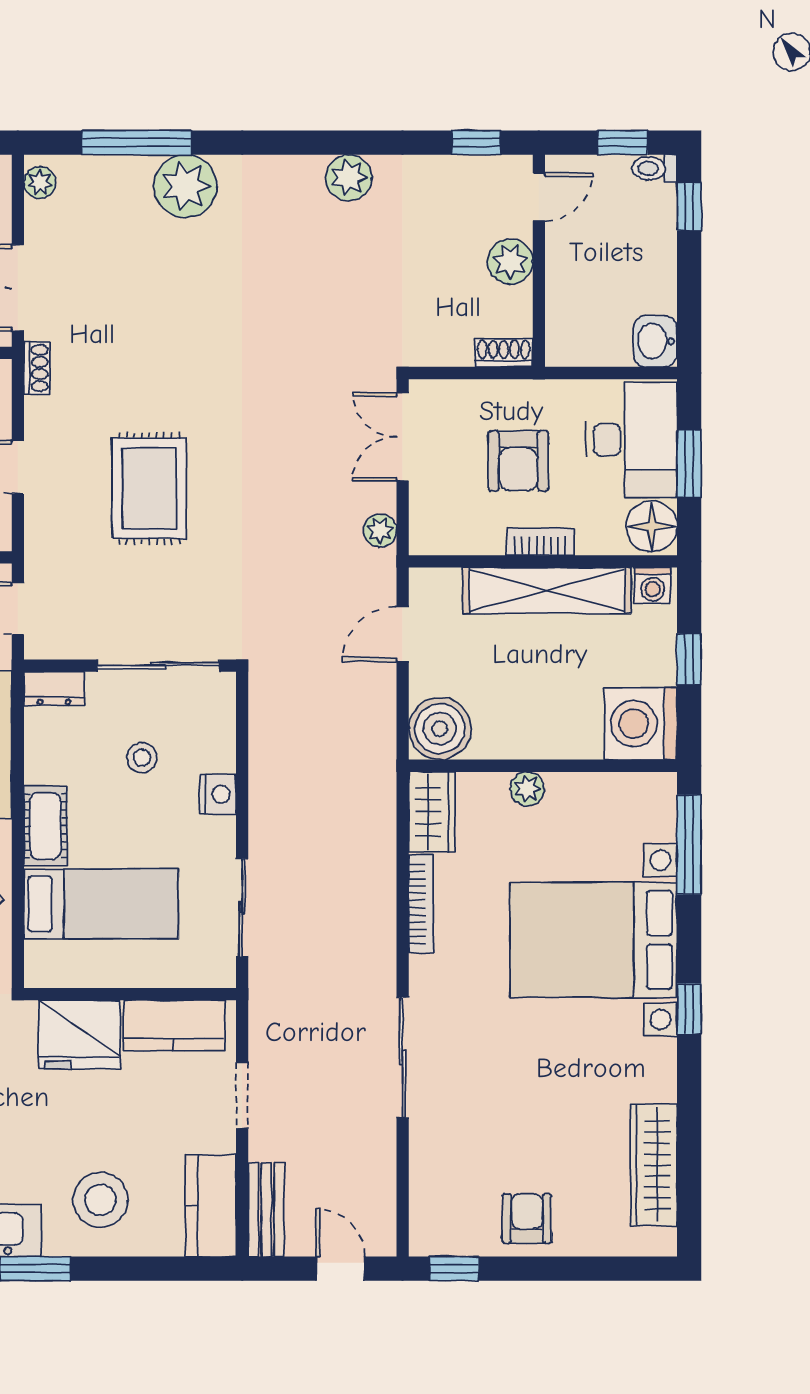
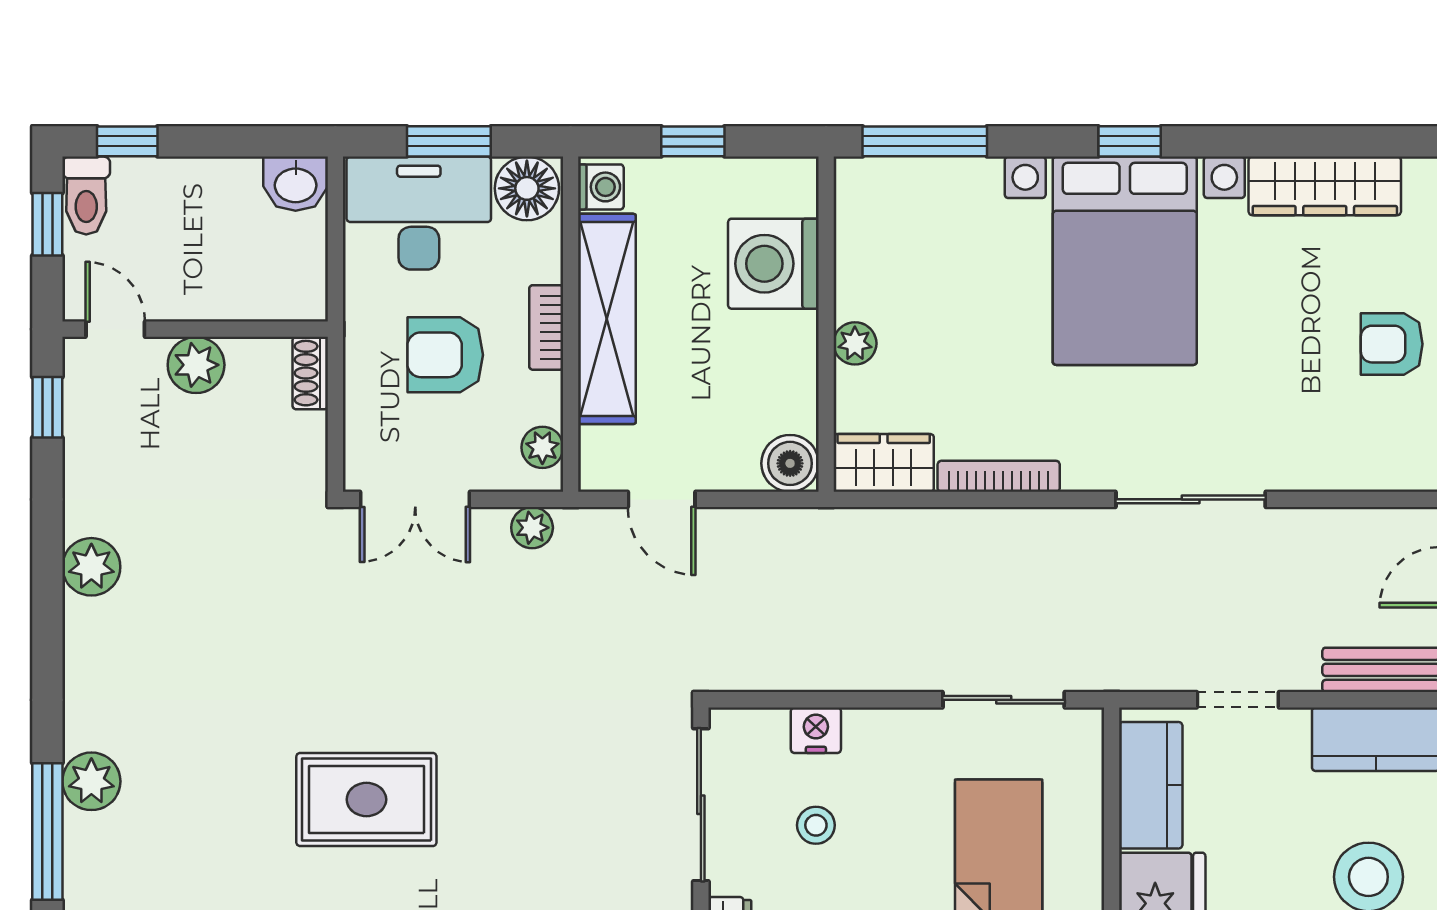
toilet: (654, 168) -> (86, 196), width x1.37, depth x1.39
plant: (185, 186) -> (91, 781), width x0.73, depth x0.73
armchair: (518, 461) -> (445, 355), turned 180
rug: (149, 488) -> (366, 800), moved
plant: (444, 539) -> (542, 447), added
washing machine: (641, 724) -> (773, 264), moved, turned 90
boiler: (440, 729) -> (790, 463), width x0.73, depth x0.73
nightstand: (218, 794) -> (816, 730), moved
bed with nightstands: (594, 940) -> (1125, 261), moved

